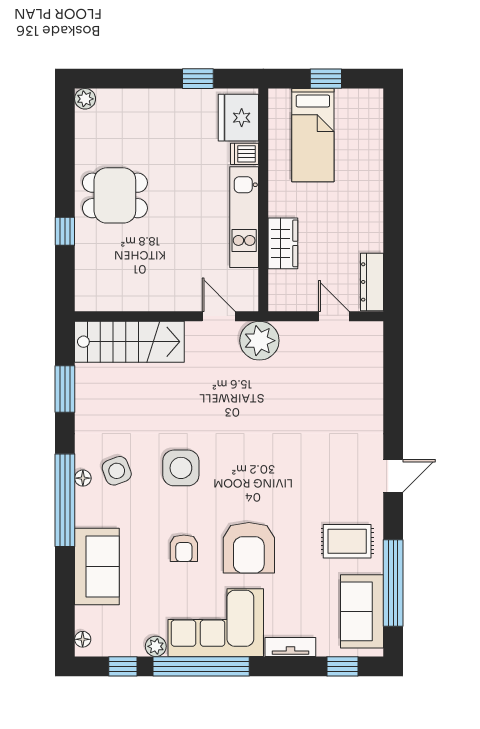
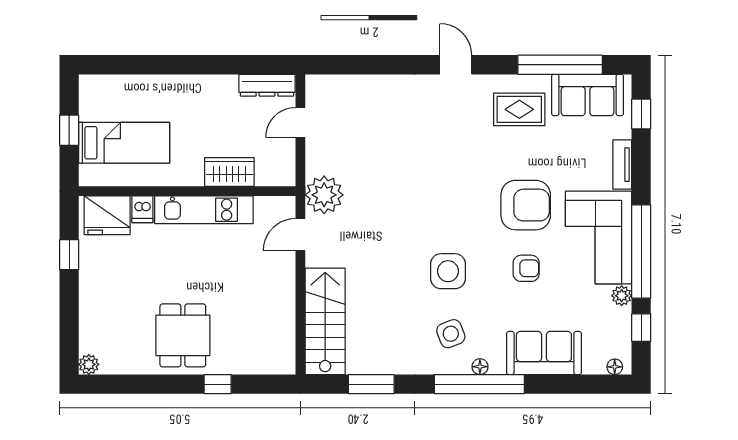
floor lamp: (83, 478) -> (480, 367), moved
rug: (347, 541) -> (519, 109), turned 90

